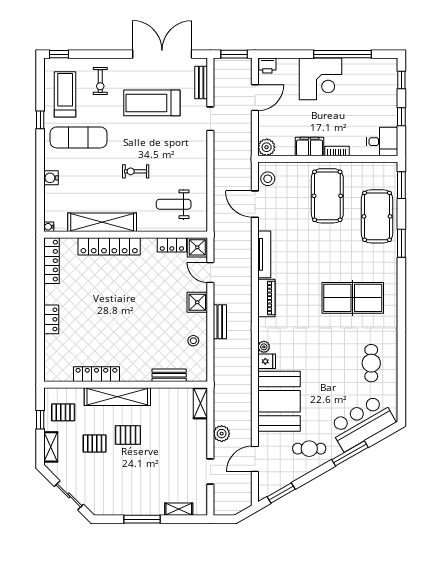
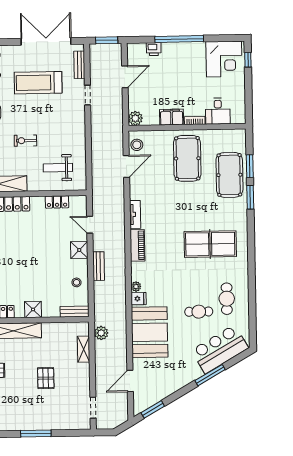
window: (342, 54) -> (179, 39), moved
printer: (267, 65) -> (154, 49), moved
corner desk: (321, 79) -> (224, 59), moved
window: (401, 117) -> (248, 91), removed
desk: (382, 142) -> (218, 111), moved, turned 90
window: (401, 185) -> (250, 166), moved
door: (255, 204) -> (126, 166), swing flipped
shower: (197, 247) -> (33, 309), moved
tv unit: (264, 254) -> (135, 214), width x0.71
bench: (169, 375) -> (75, 312), moved
shelving: (200, 403) -> (84, 349), moved
plant: (222, 434) -> (101, 333), moved
pallet: (128, 435) -> (46, 378), moved, turned 90
cafe table: (309, 449) -> (199, 312), moved
doorway: (210, 471) -> (93, 408), moved
shelving: (179, 509) -> (67, 425), removed

